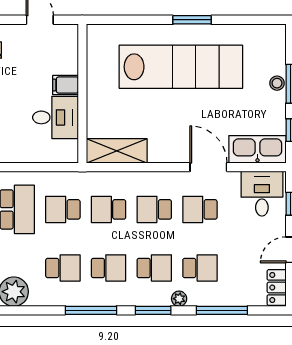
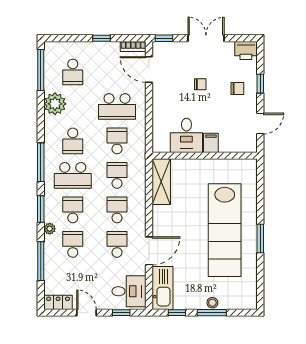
school desk: (109, 268) -> (73, 175), width x1.85
school desk: (154, 268) -> (73, 210), turned 180
school desk: (200, 268) -> (73, 244), turned 180

